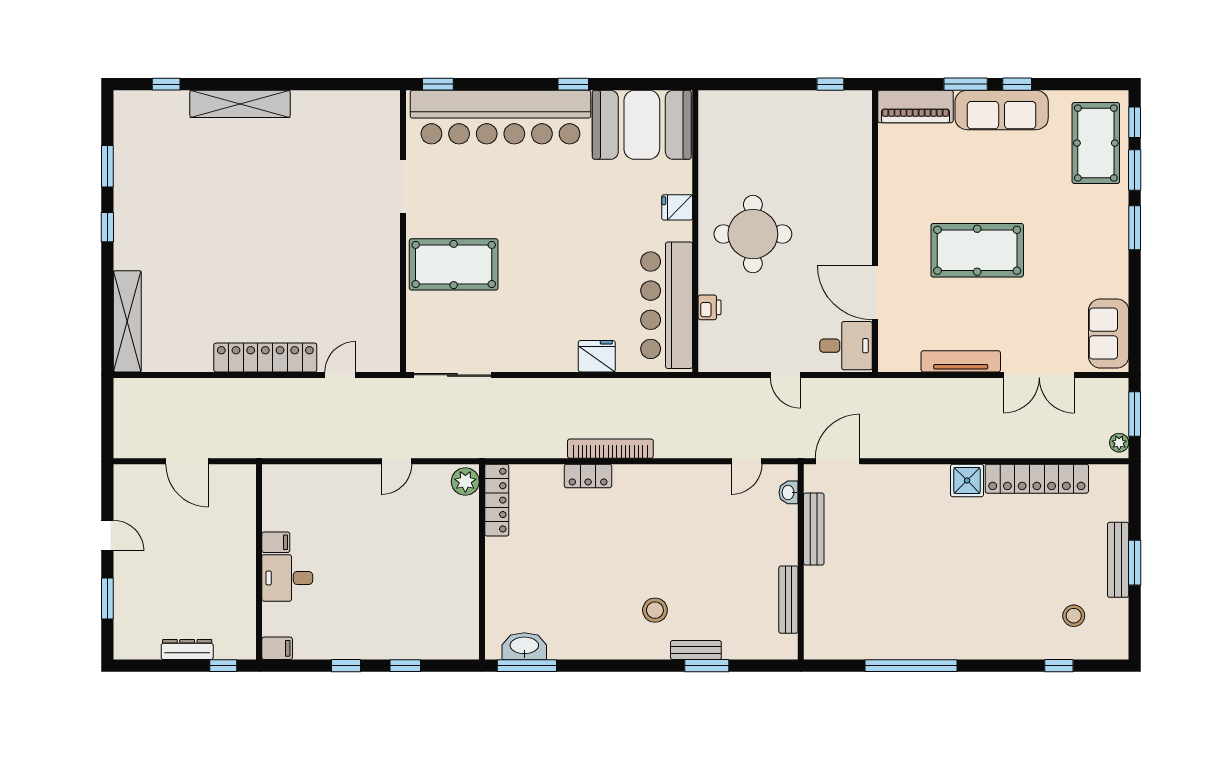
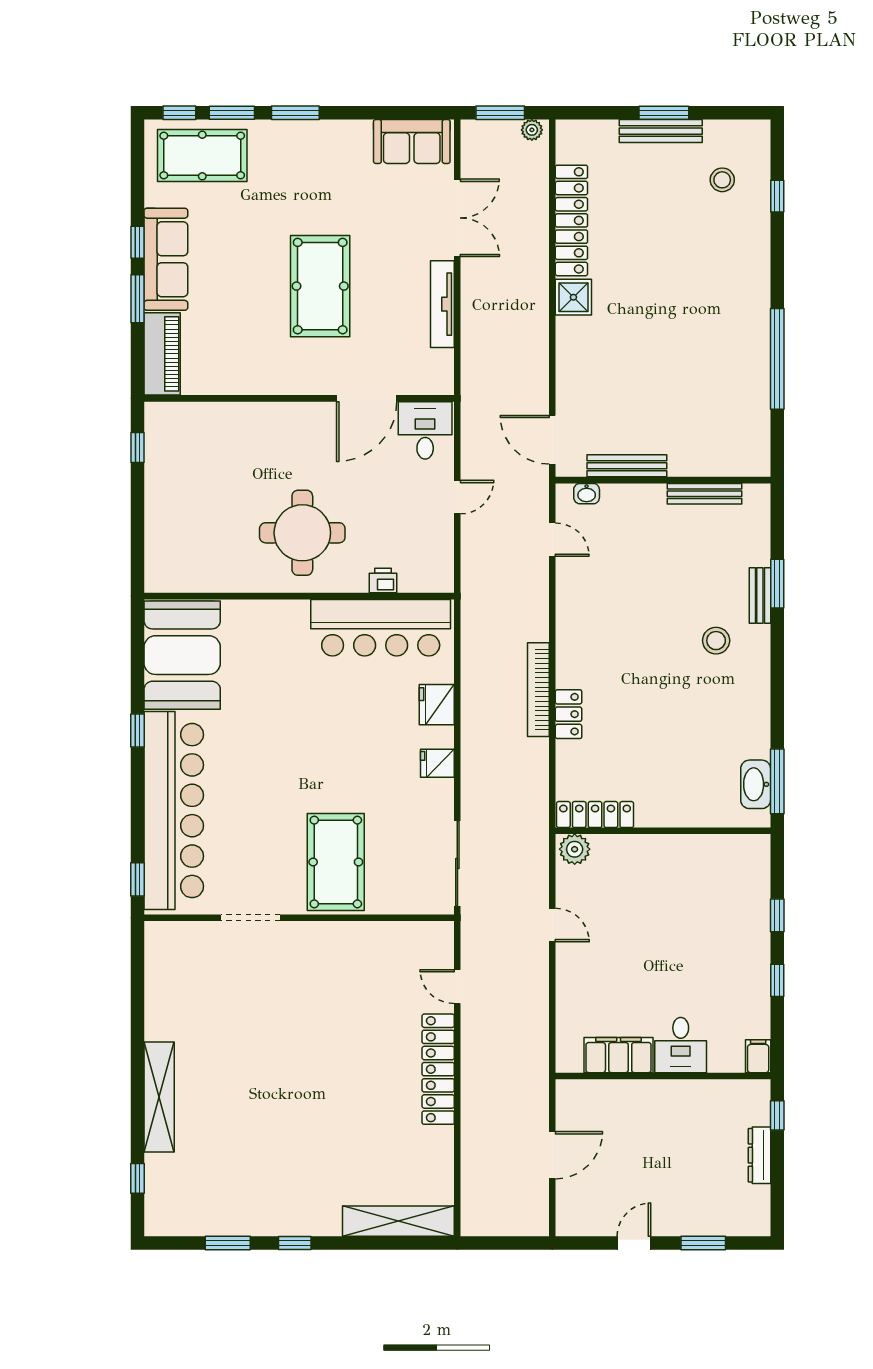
fridge: (677, 207) -> (437, 763), moved, turned 90
filing cabinet: (276, 542) -> (619, 1055), width x3.00, depth x1.17

